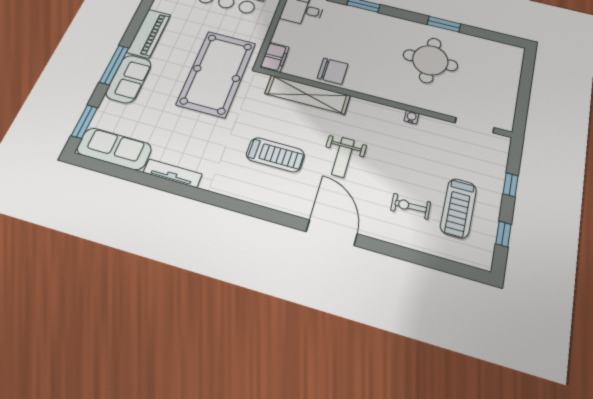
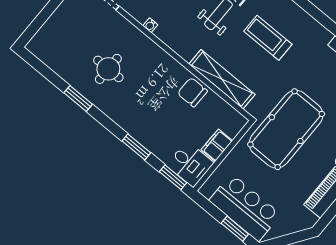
filing cabinet: (275, 57) -> (217, 145), moved
round table: (430, 60) -> (108, 69), width x0.73, depth x0.73

